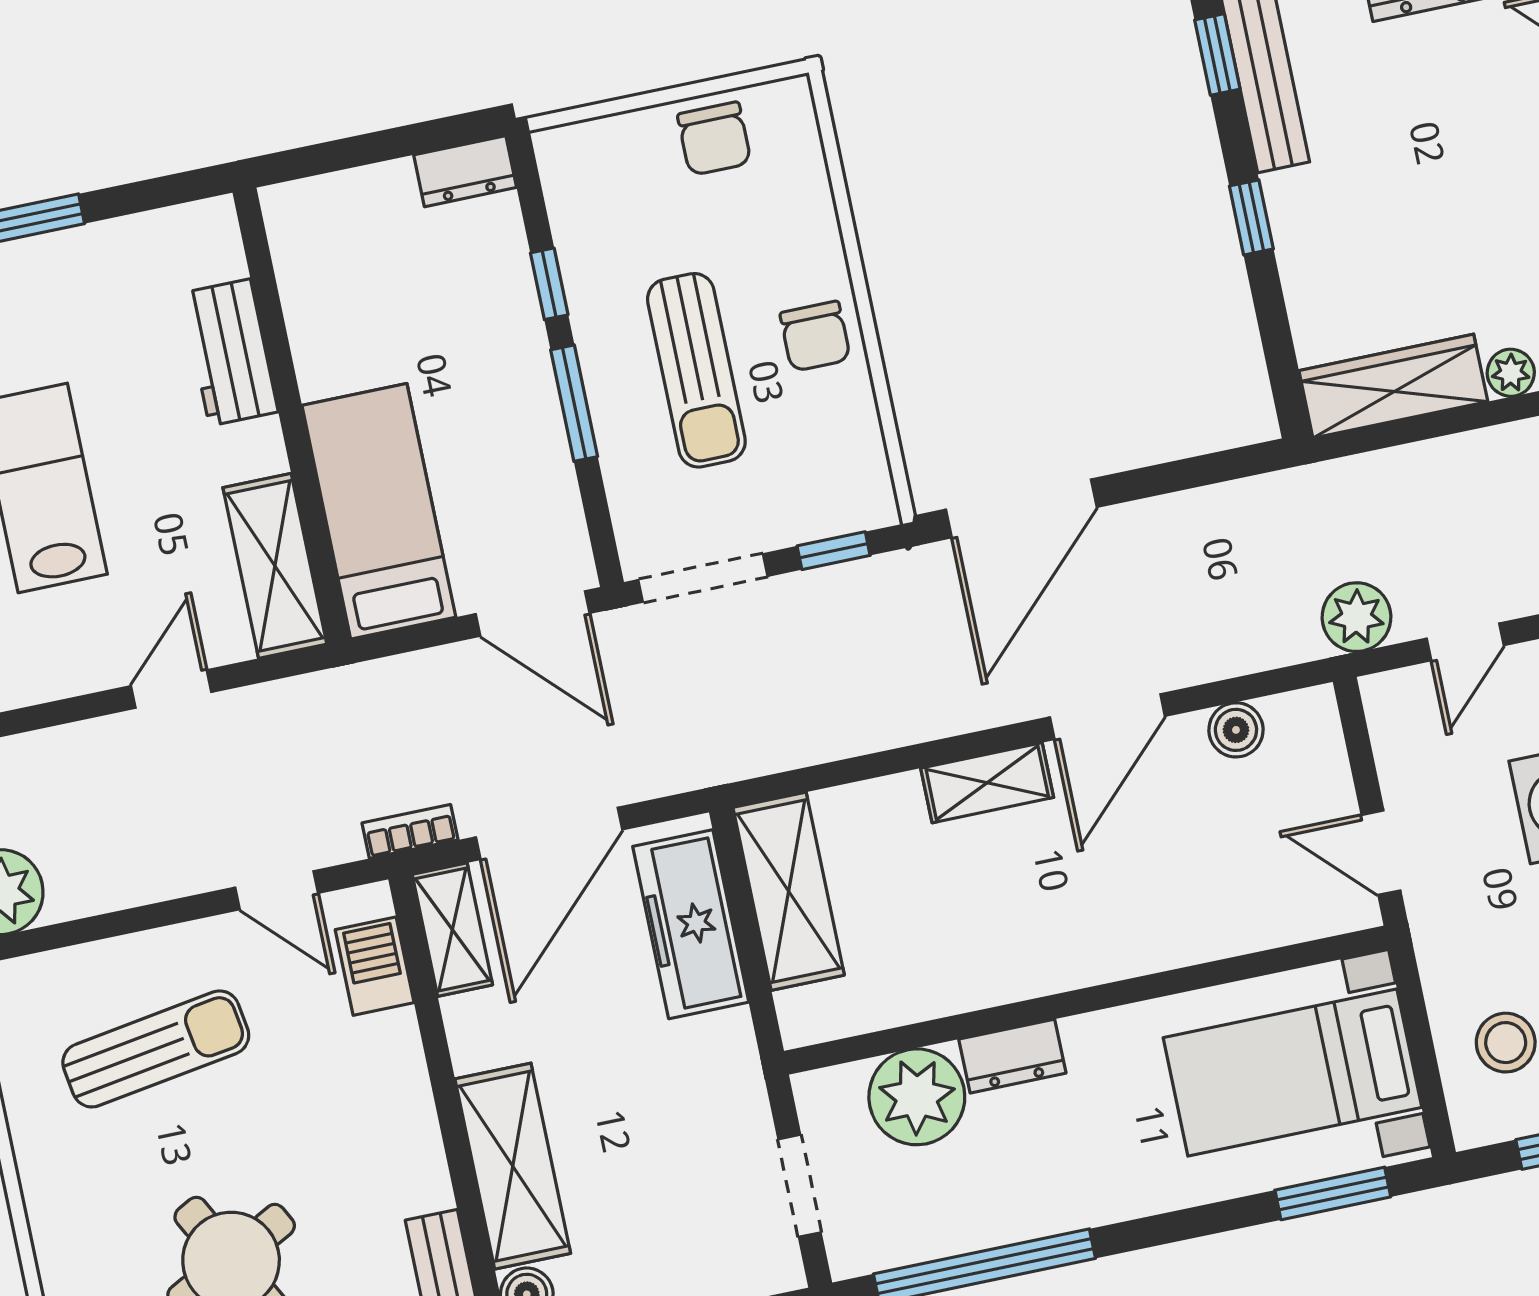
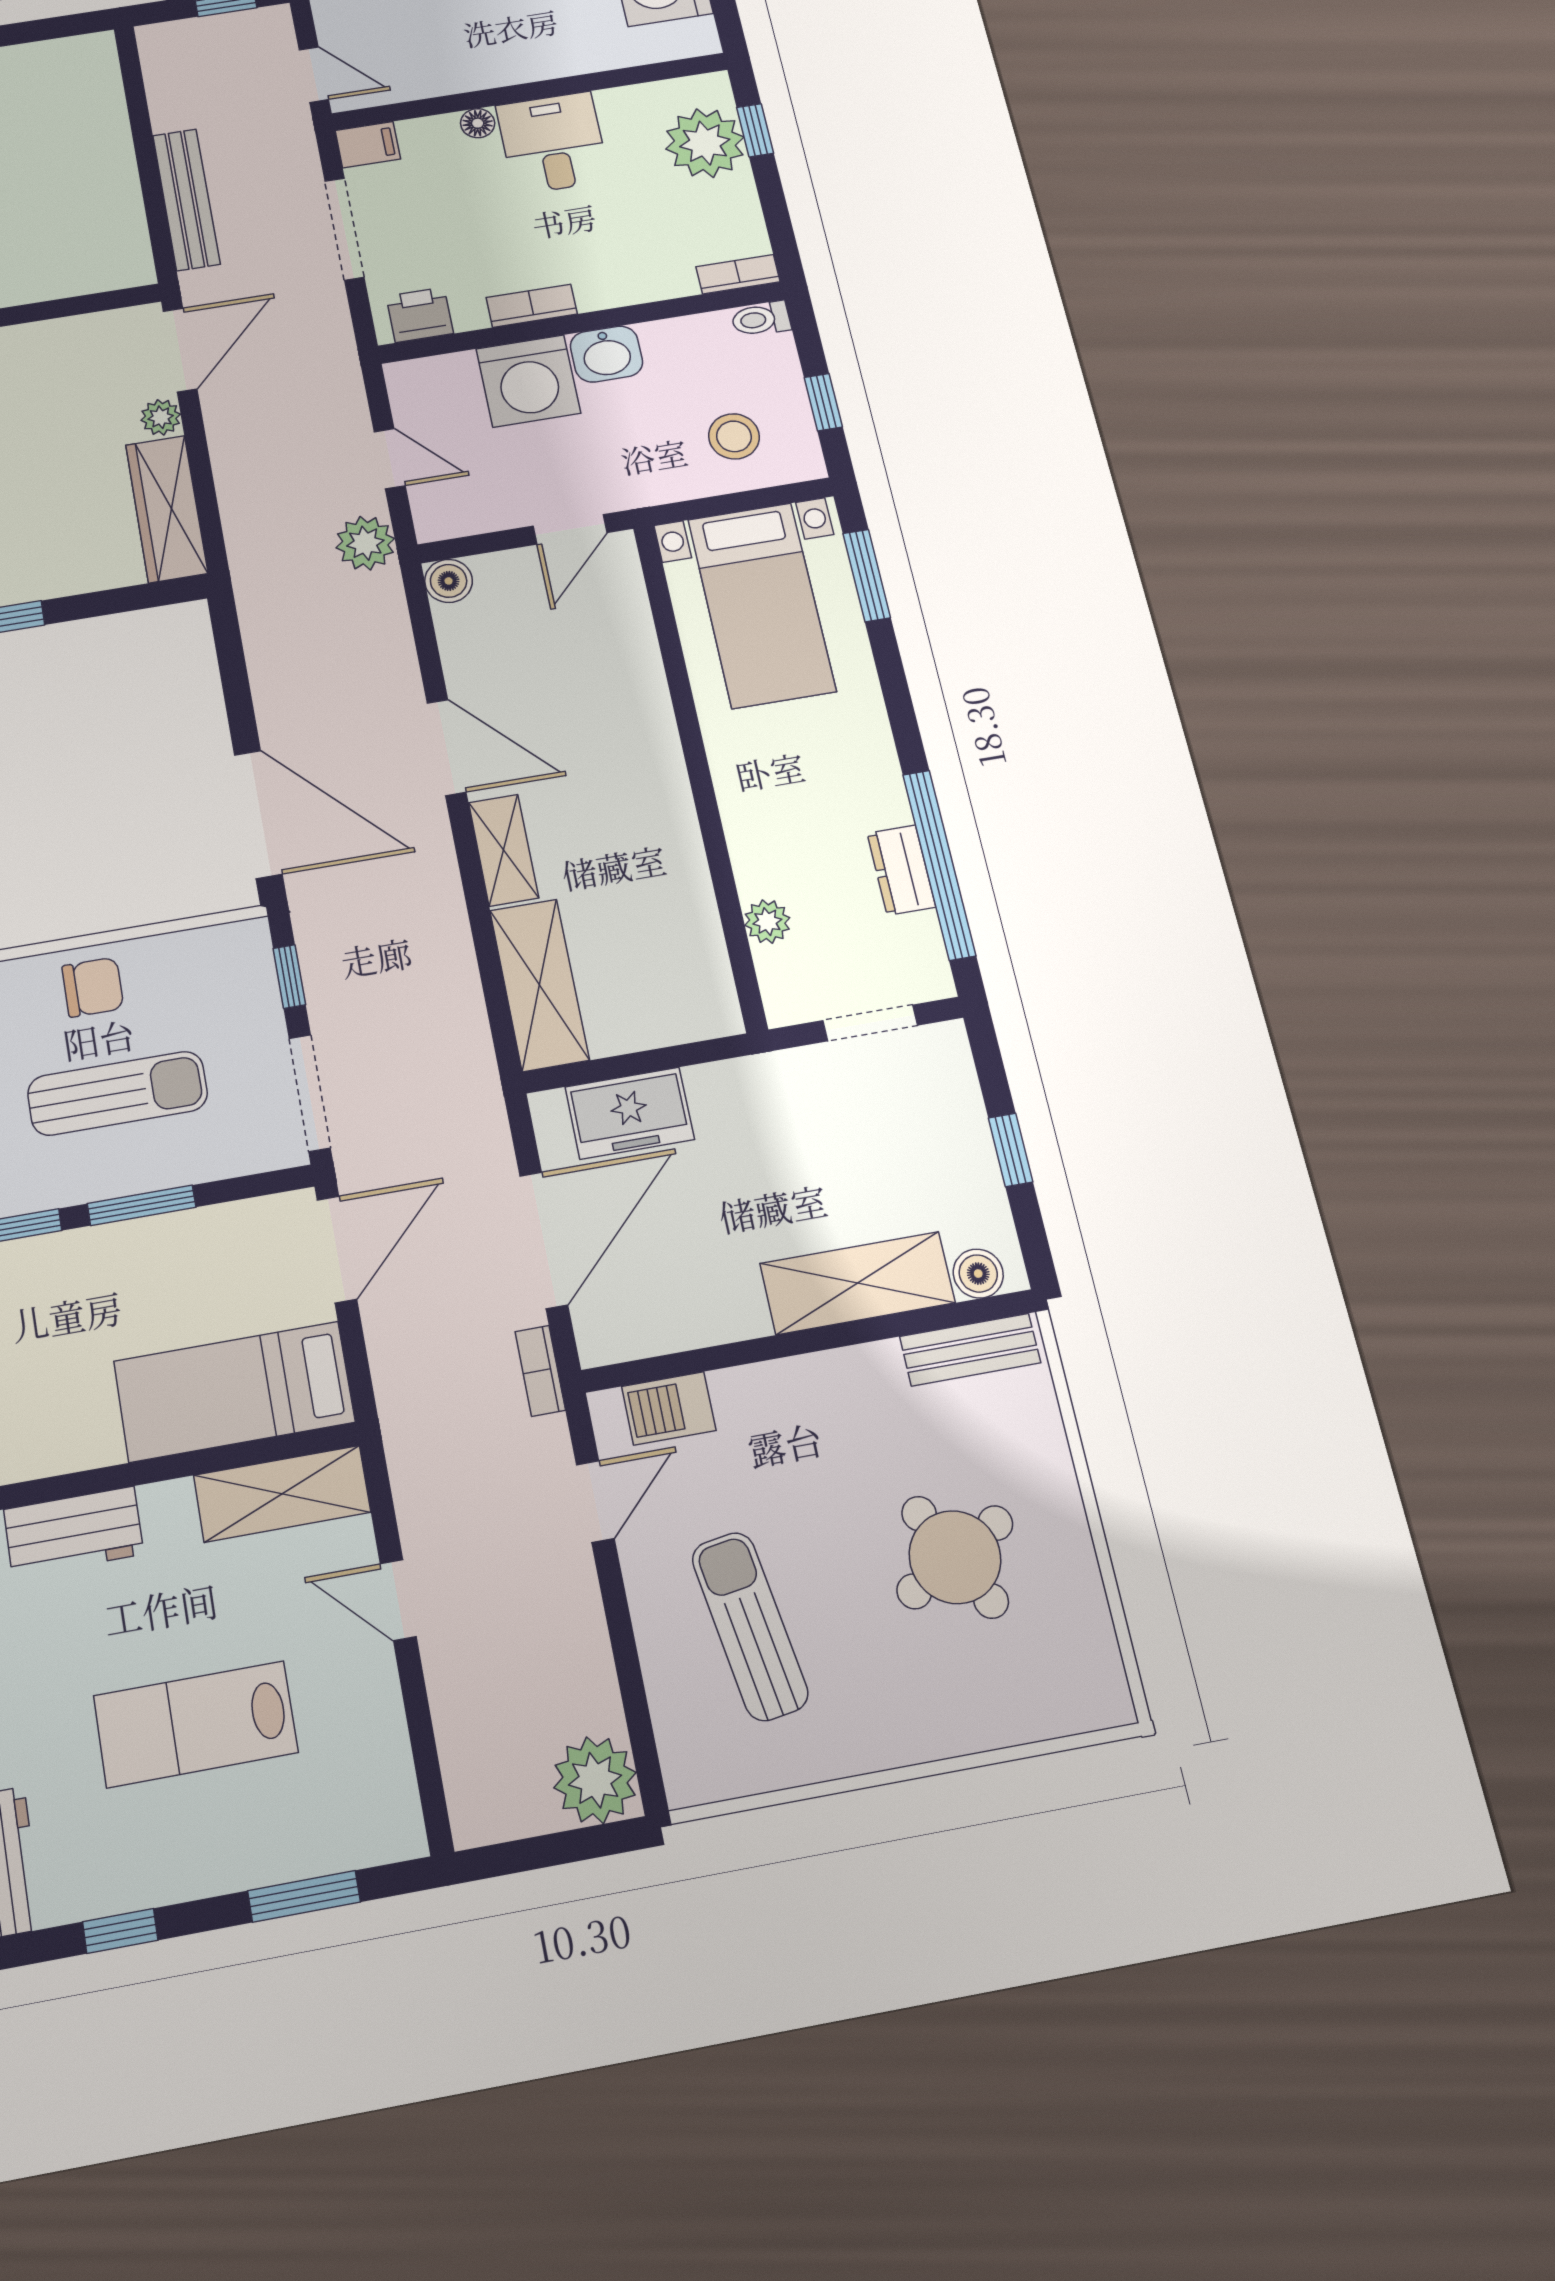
boiler: (1236, 730) -> (449, 581), moved
door: (549, 833) -> (544, 1240), hinge flipped
shelving: (789, 891) -> (539, 985), moved, turned 90
freezer: (691, 924) -> (630, 1113), width x0.71
shelving: (452, 930) -> (634, 1333), removed
dresser: (1012, 1056) -> (901, 870), moved, turned 180
plant: (917, 1097) -> (767, 922), width x0.53, depth x0.53

